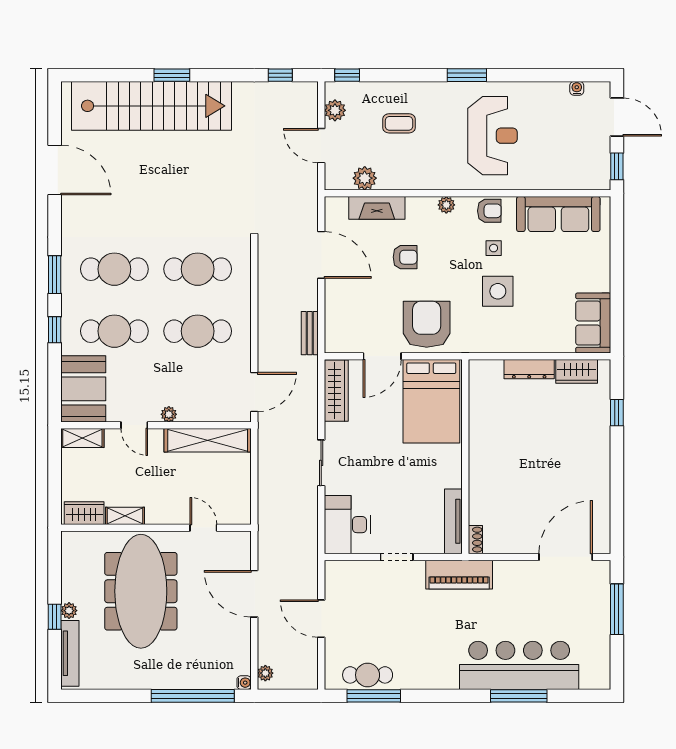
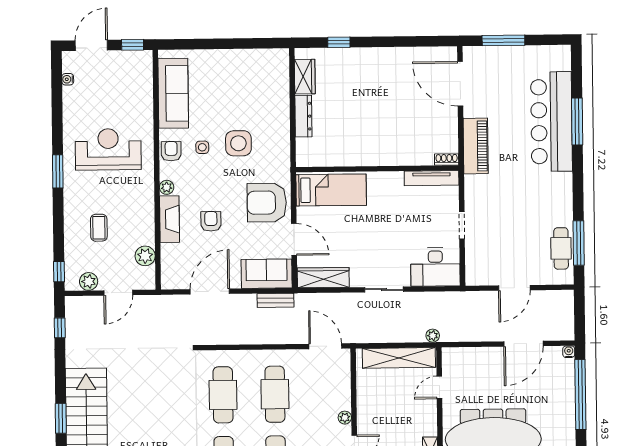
fireplace: (377, 208) -> (170, 219), moved
sofa: (593, 323) -> (267, 274), moved, turned 180
bed: (431, 401) -> (331, 190), width x0.67
shelving: (208, 440) -> (399, 358), moved, turned 90
piano: (459, 575) -> (476, 146), moved
door: (254, 594) -> (523, 344), moved
plant: (265, 673) -> (433, 336), moved

